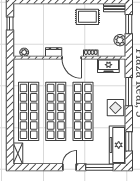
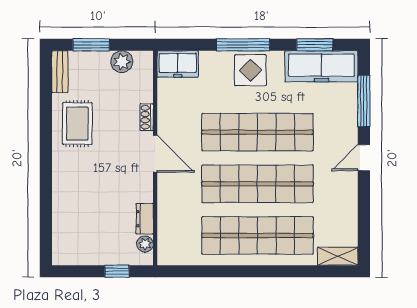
window: (10, 24) -> (117, 271), moved
dresser: (54, 52) -> (145, 219), moved
door: (72, 58) -> (155, 154), hinge flipped
freezer: (108, 66) -> (178, 64), moved, turned 90
window: (129, 92) -> (243, 45), moved
door: (70, 167) -> (364, 158), hinge flipped

